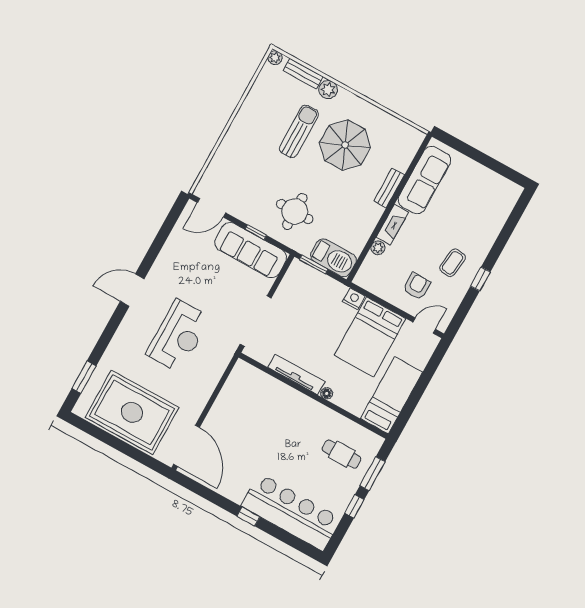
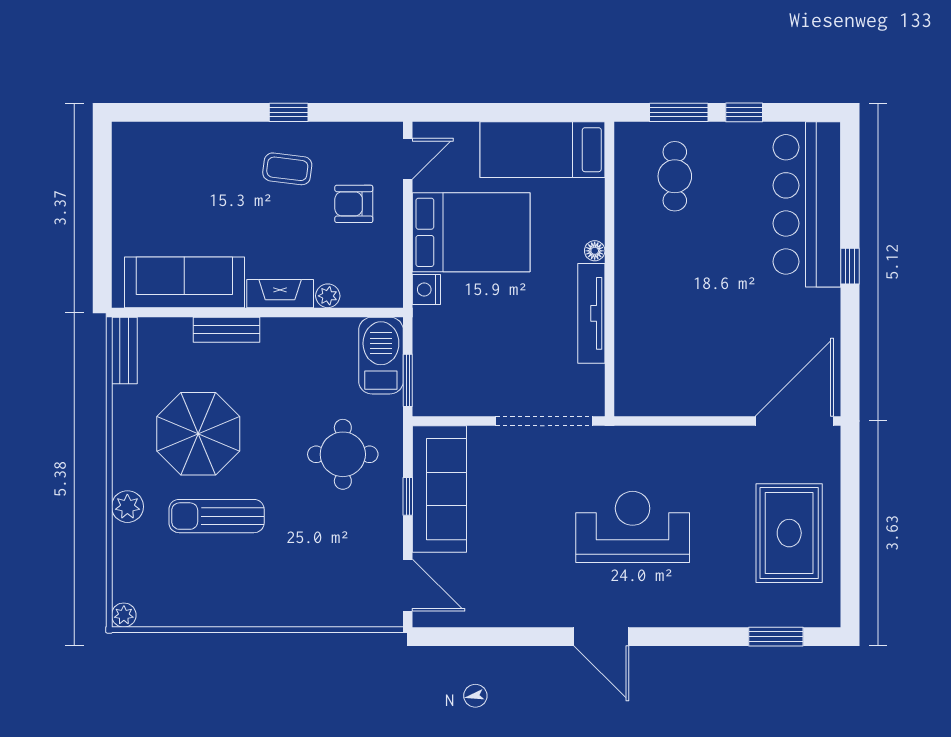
bench: (303, 74) -> (124, 351), moved
door: (424, 326) -> (408, 159), swing flipped
rug: (132, 412) -> (789, 533), width x0.73, depth x0.69

